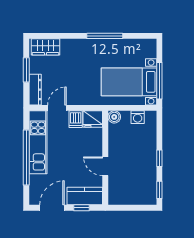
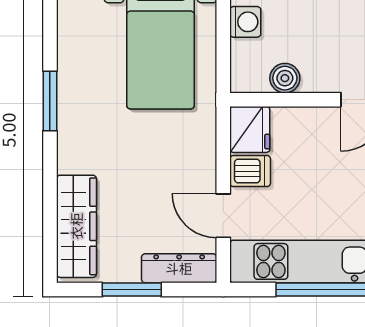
window: (105, 36) -> (50, 101), width x0.69
wardrobe: (45, 47) -> (76, 226), width x1.50
boiler: (114, 117) -> (285, 78), moved

